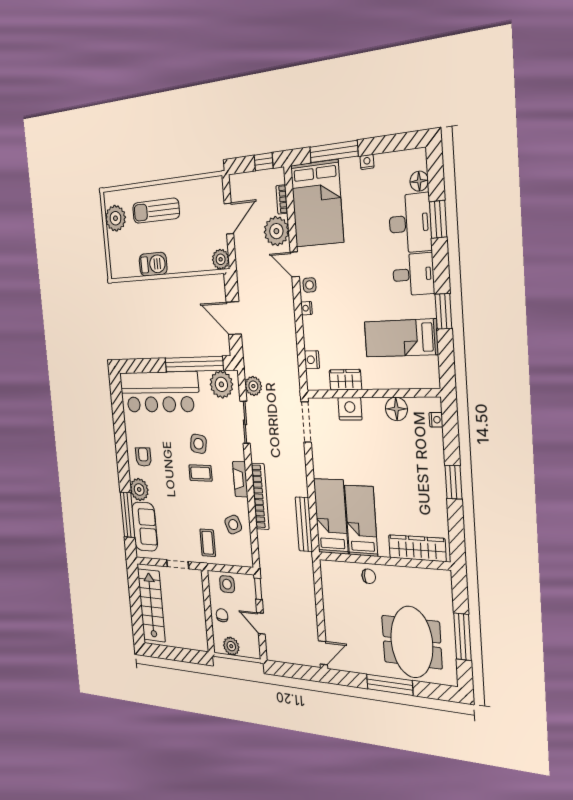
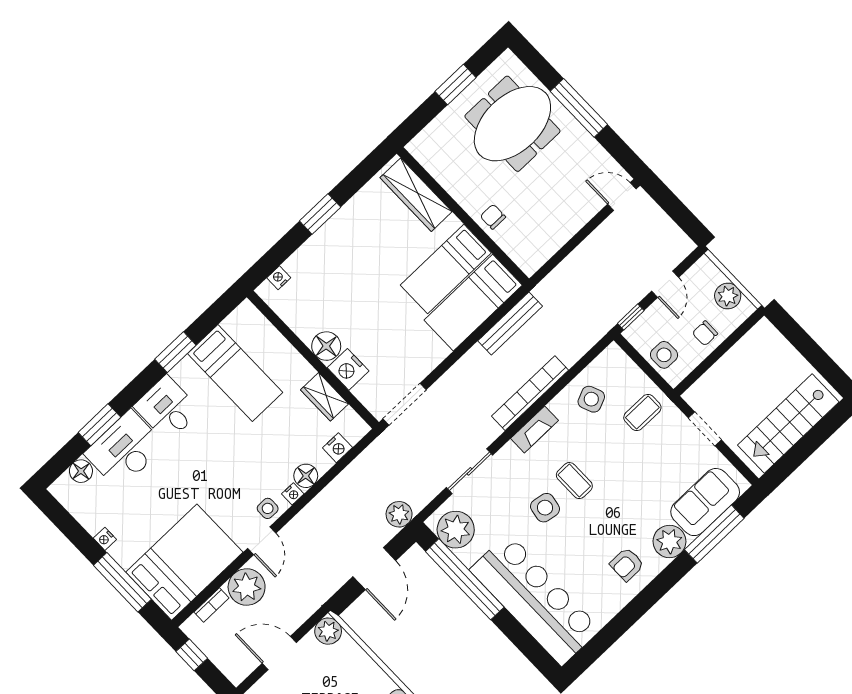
floor lamp: (310, 326) -> (306, 476), added
plant: (253, 386) -> (399, 514), moved
floor lamp: (396, 409) -> (326, 346), moved
window: (462, 637) -> (455, 85), width x0.69

